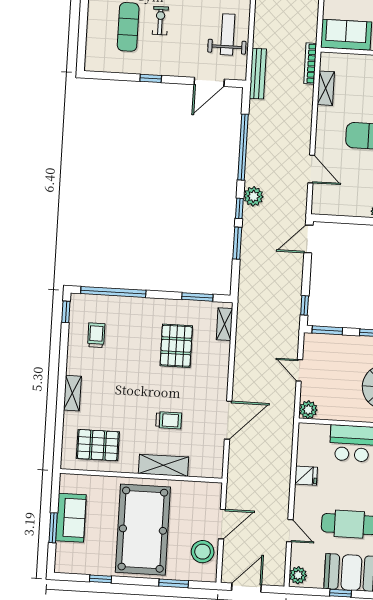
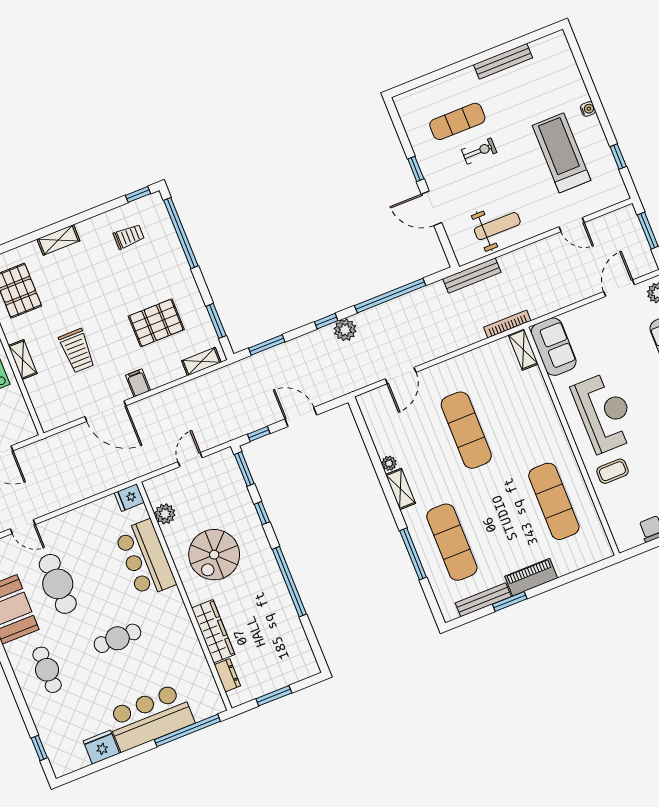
door: (209, 82) -> (432, 208), moved
shelving: (326, 88) -> (523, 349), moved, turned 90
door: (308, 239) -> (301, 417), moved
window: (237, 243) -> (267, 345), moved
filing cabinet: (218, 383) -> (138, 383), added
plant: (308, 410) -> (165, 514), moved
trolley: (169, 420) -> (77, 351), width x1.36, depth x1.39
shelving: (164, 465) -> (23, 360), width x0.67, depth x0.75
fridge: (306, 476) -> (129, 498), moved, turned 90
door: (290, 531) -> (23, 527), hinge flipped

